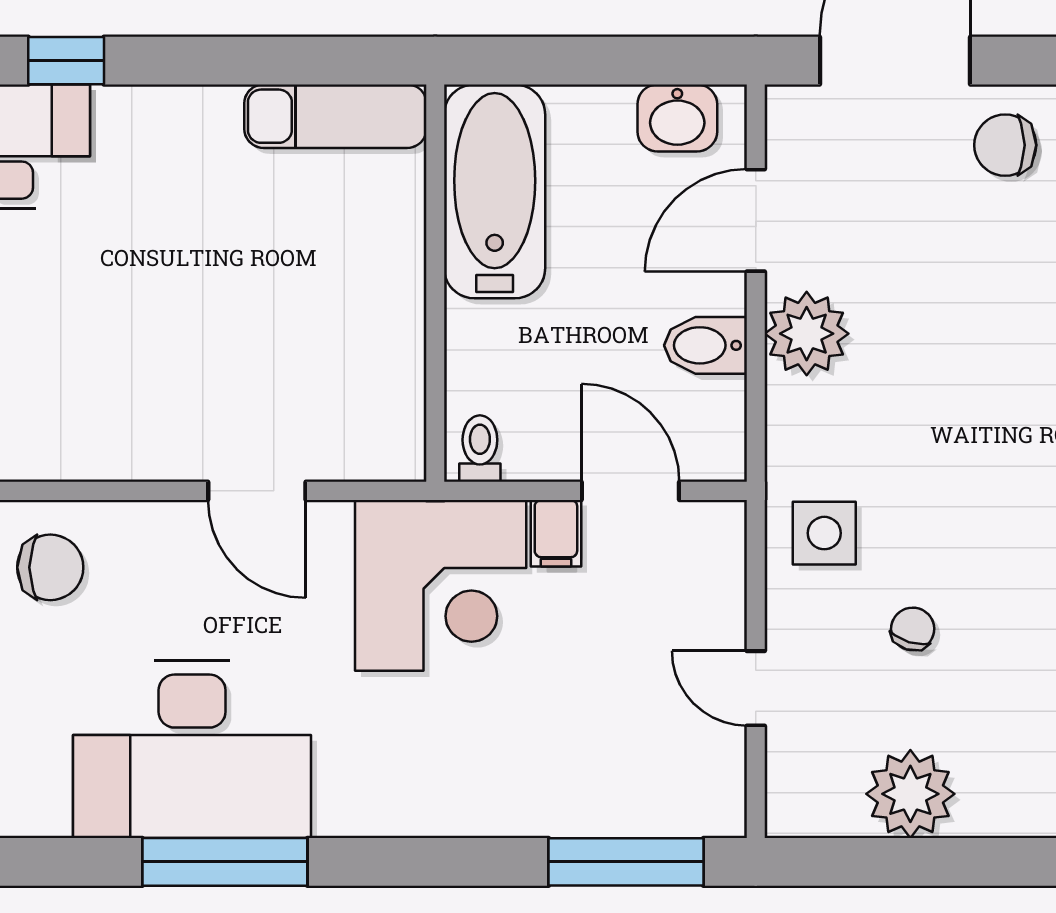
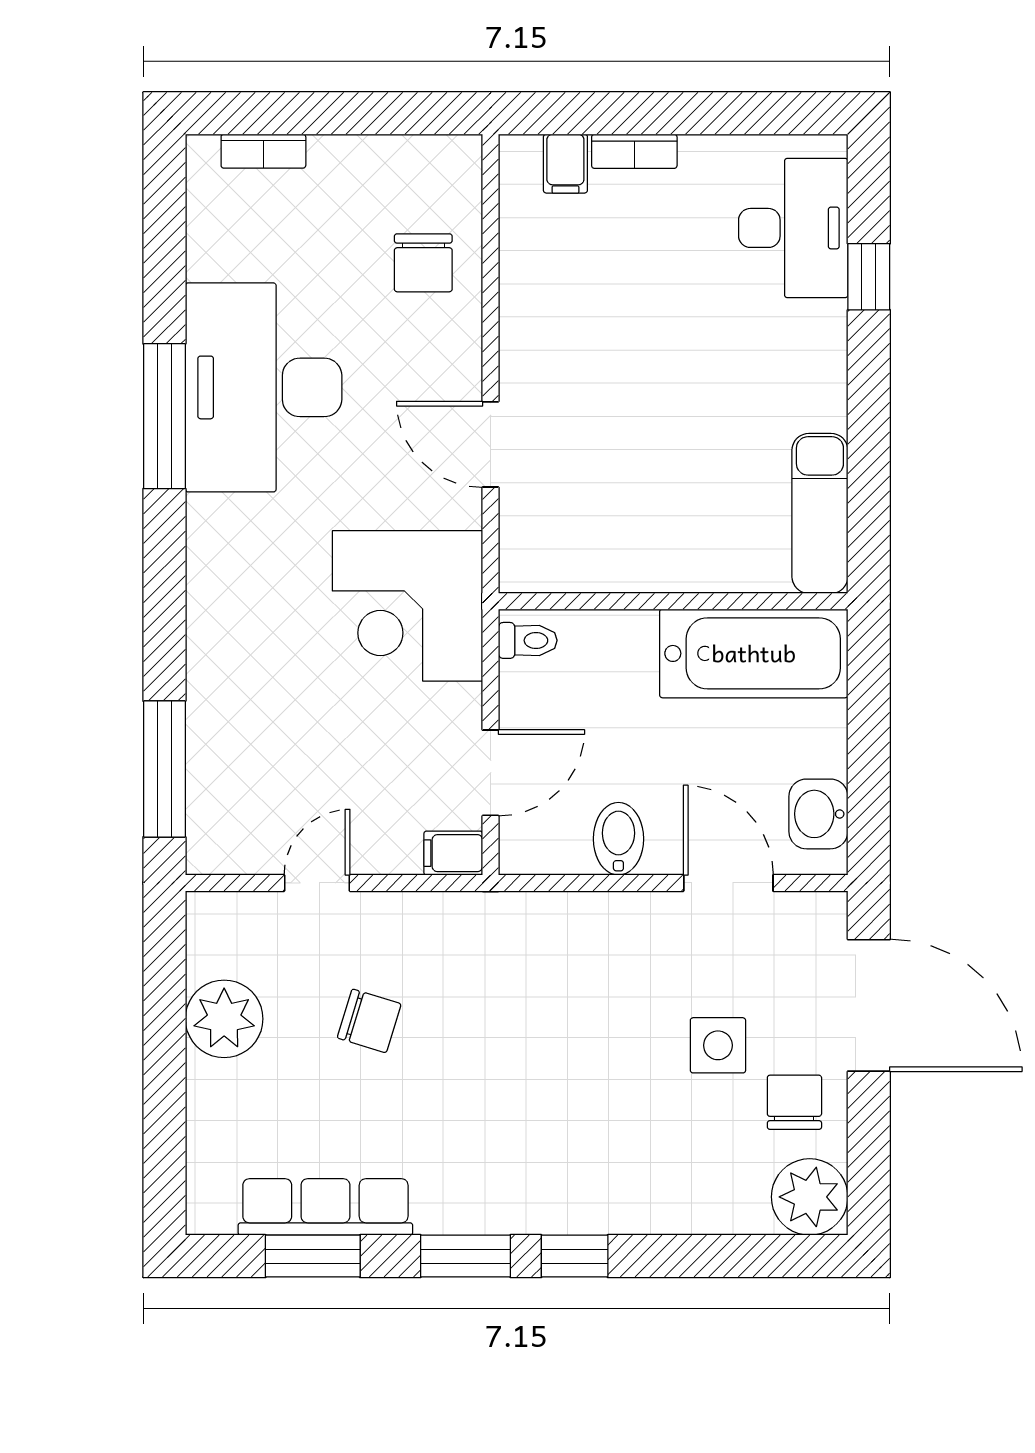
plant: (807, 334) -> (629, 928), removed
door: (257, 491) -> (491, 444), hinge flipped
filing cabinet: (556, 533) -> (453, 853), moved
side table: (824, 533) -> (718, 1045), moved
chair: (913, 629) -> (369, 1021), width x1.37, depth x1.37

